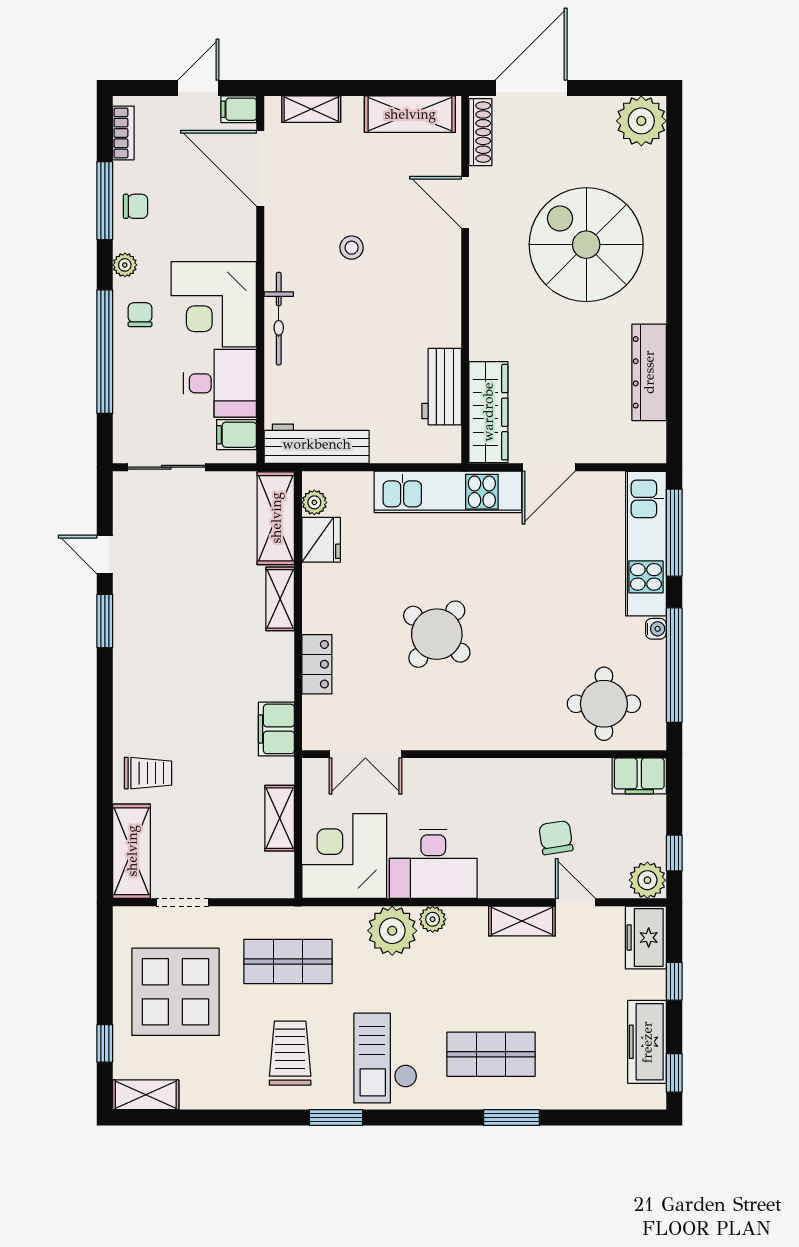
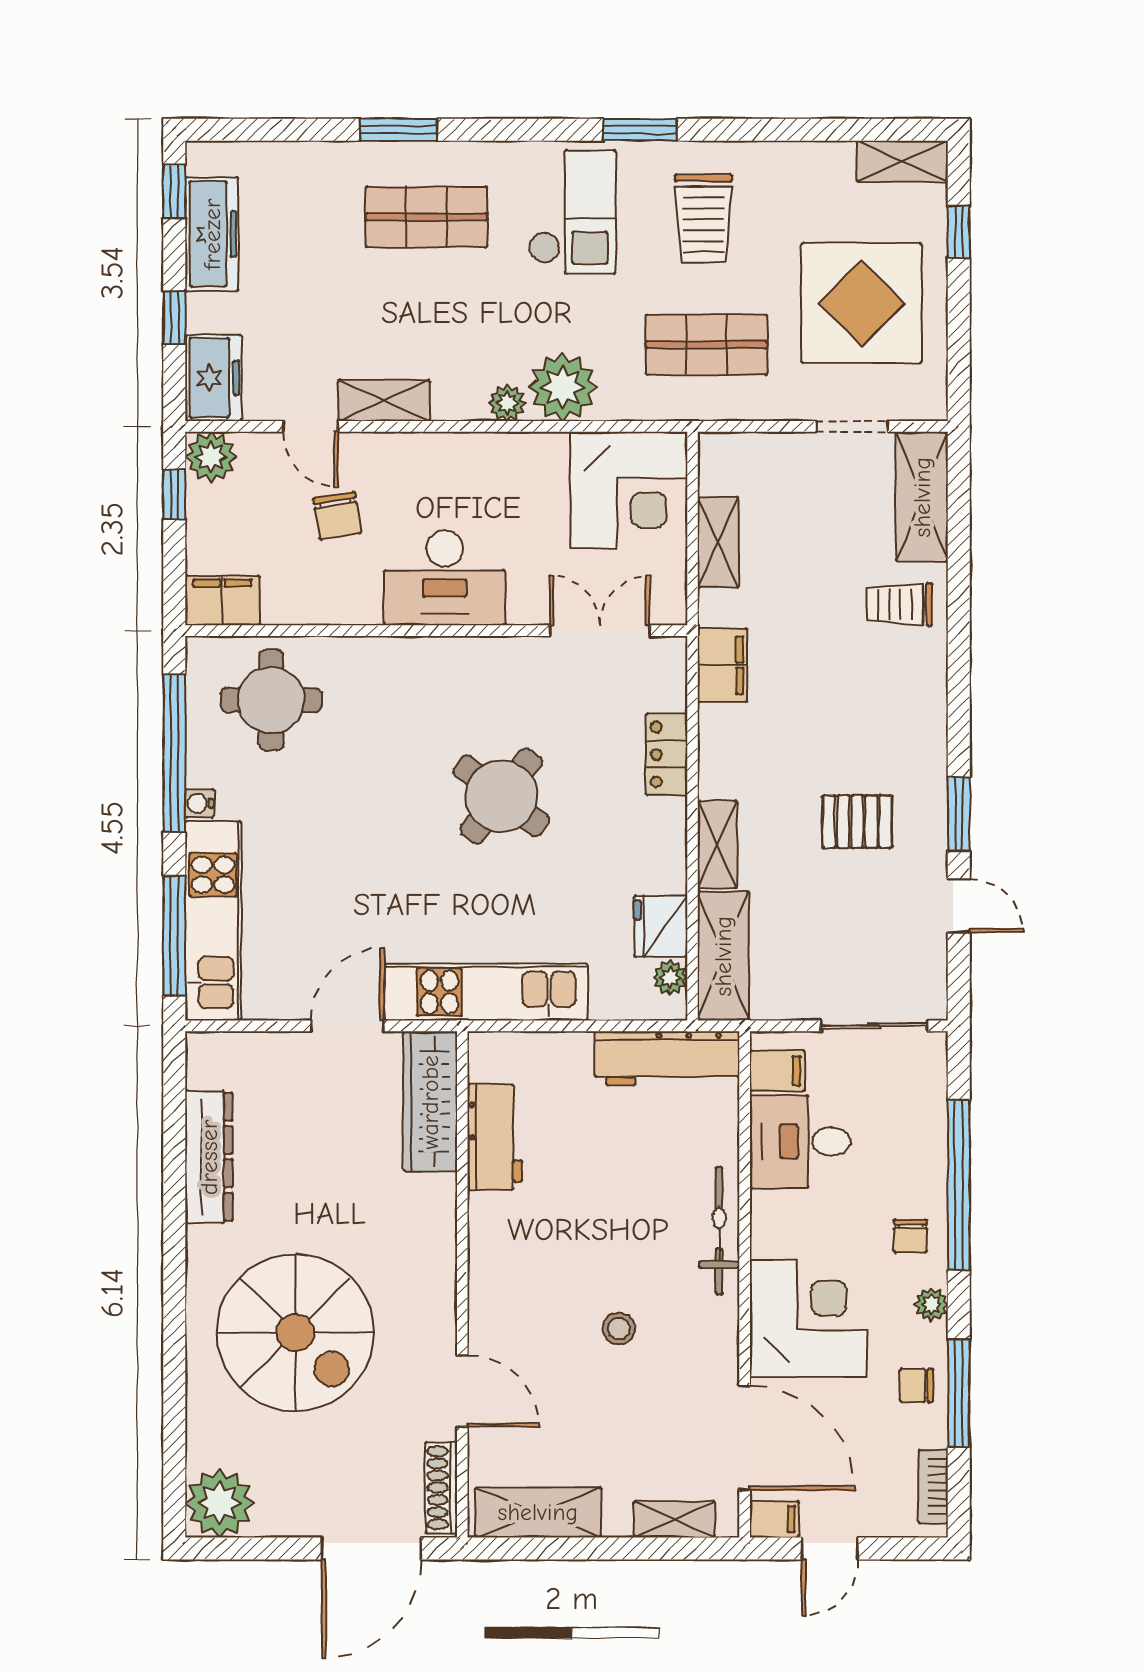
corner desk: (214, 304) -> (809, 1318), moved
pallet: (178, 616) -> (857, 822), added
desk: (433, 864) -> (445, 578), moved, turned 180

